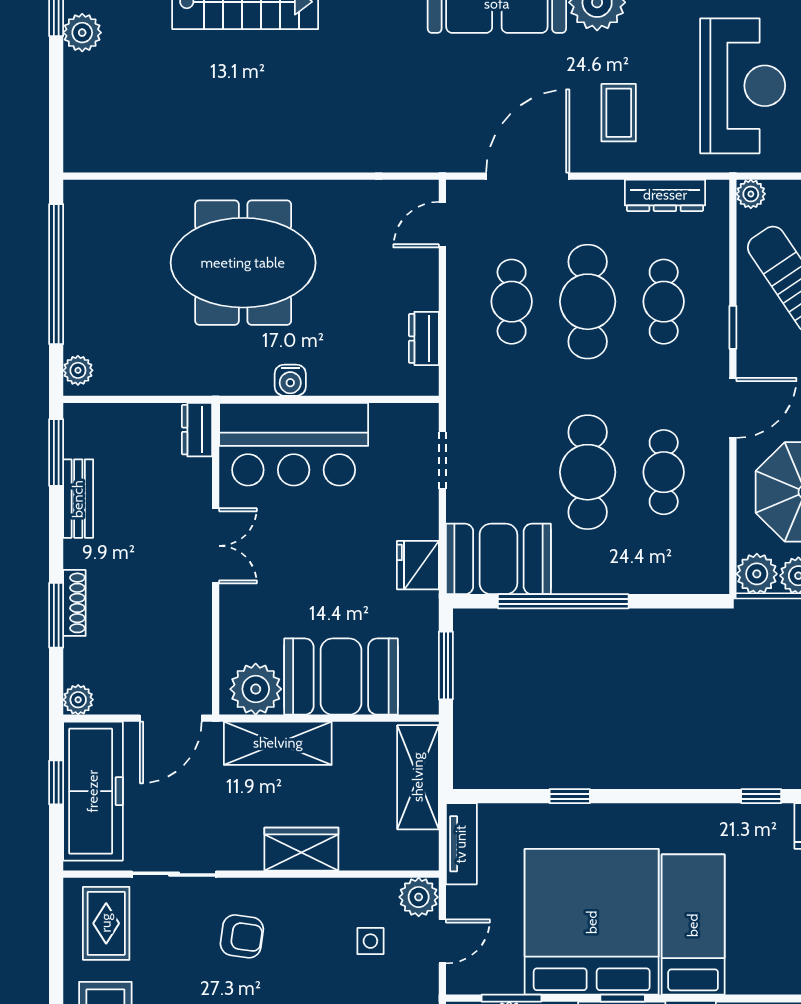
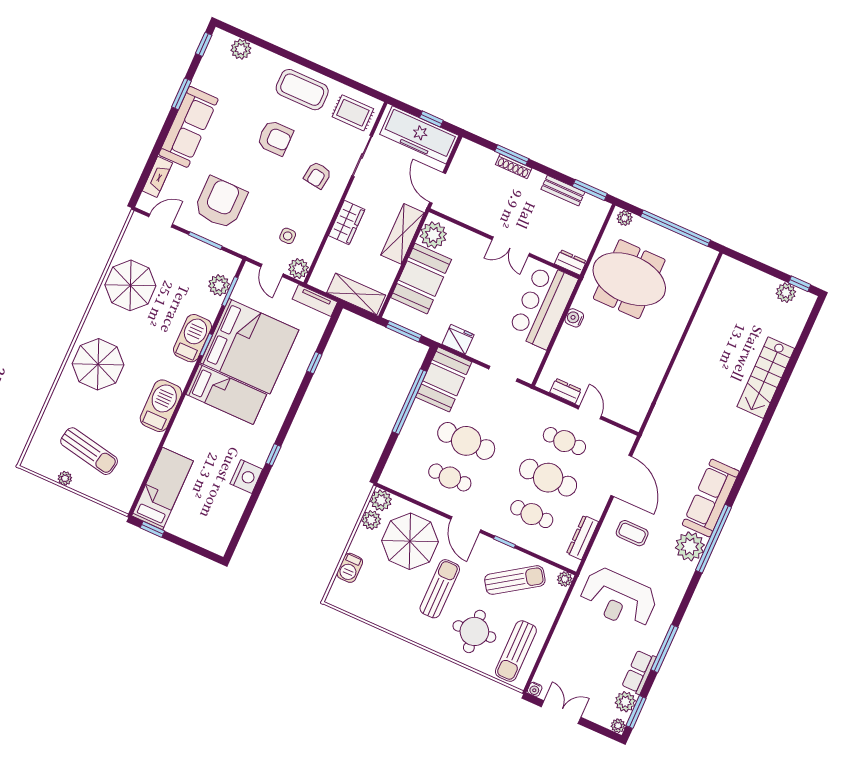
door: (442, 225) -> (590, 412), moved
meeting table: (243, 263) -> (629, 279), moved, turned 90
plant: (78, 700) -> (466, 147), removed

